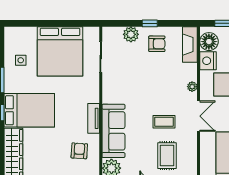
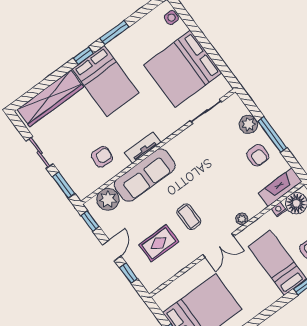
window: (150, 23) -> (272, 134), width x2.17
side table: (21, 60) -> (171, 18), moved
nightstand: (208, 61) -> (279, 209), width x0.53, depth x0.56

